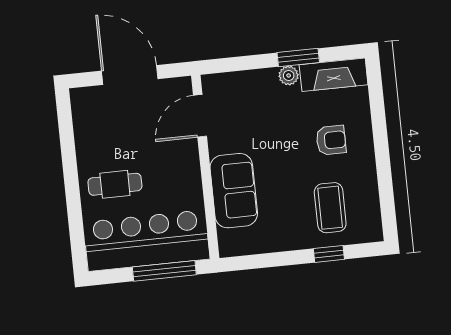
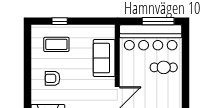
coffee table: (330, 208) -> (56, 44), turned 90
window: (164, 271) -> (158, 21), moved

